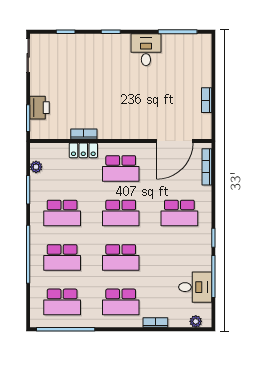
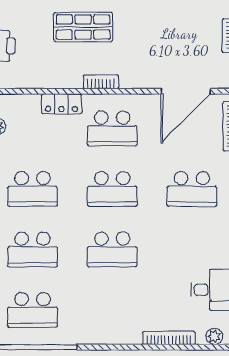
shop shelf: (99, 94) -> (83, 27), added
bookcase: (84, 134) -> (101, 82), moved
school desk: (121, 302) -> (112, 310), removed
bookcase: (155, 323) -> (169, 338), width x1.56

